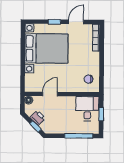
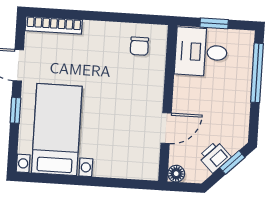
bed with nightstands: (46, 48) -> (57, 130), width x0.73
door: (50, 94) -> (166, 128), swing flipped

